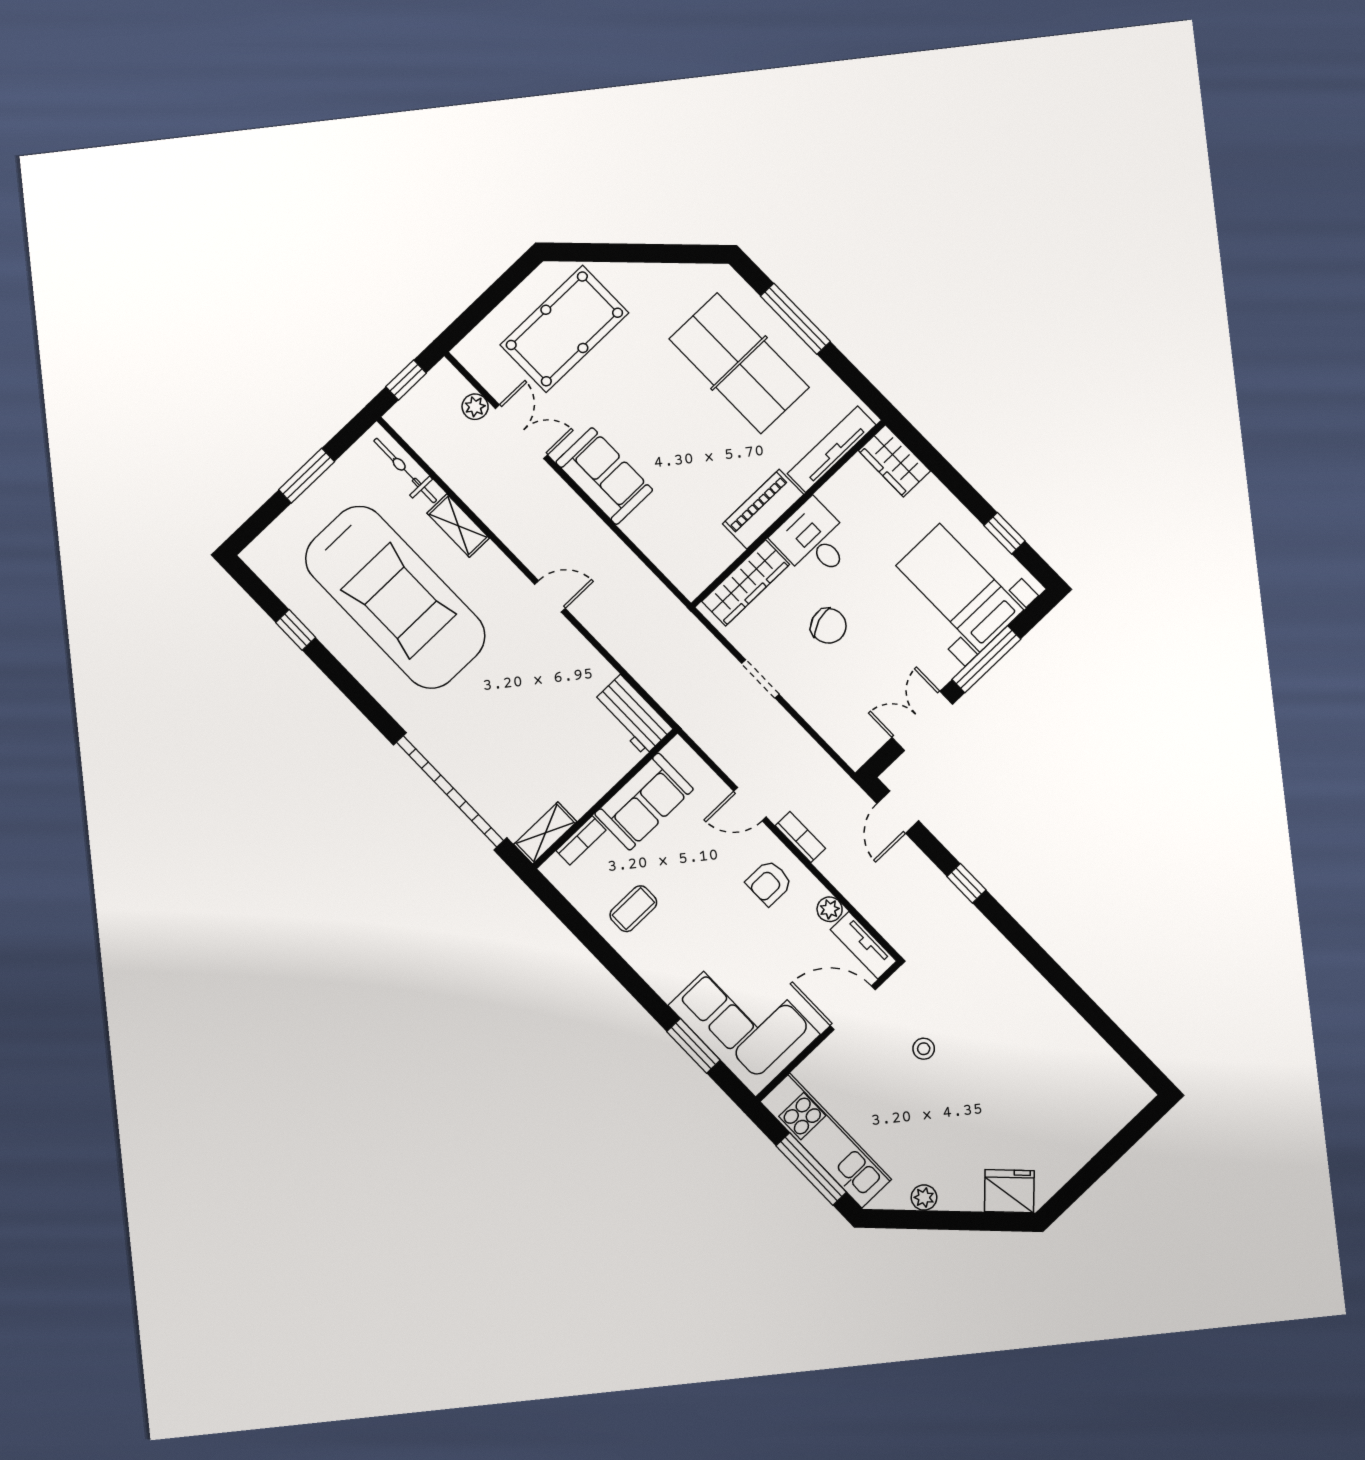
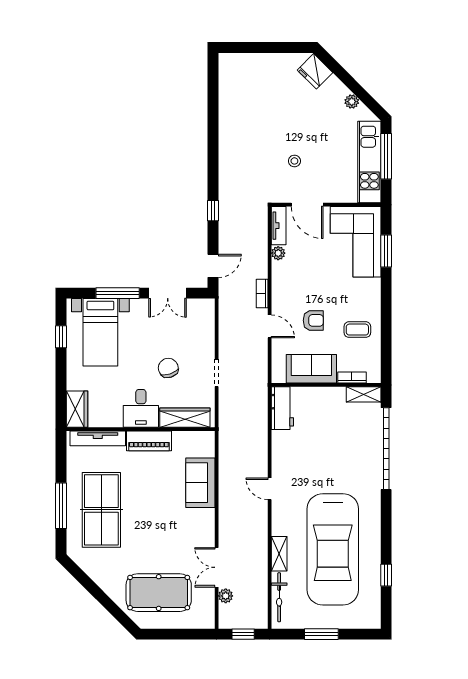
sofa: (604, 476) -> (200, 483), moved
car: (395, 597) -> (333, 549), turned 180
armchair: (769, 883) -> (313, 320), moved

